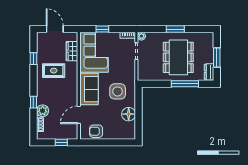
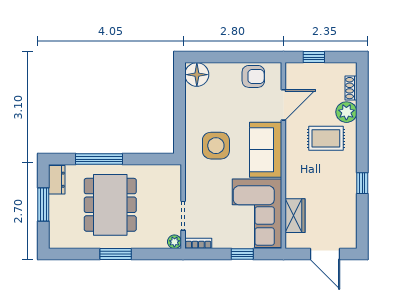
window: (33, 59) -> (362, 183), moved
rug: (54, 71) -> (326, 138), moved
window: (33, 102) -> (362, 127), removed
floor lamp: (129, 114) -> (197, 75), moved

